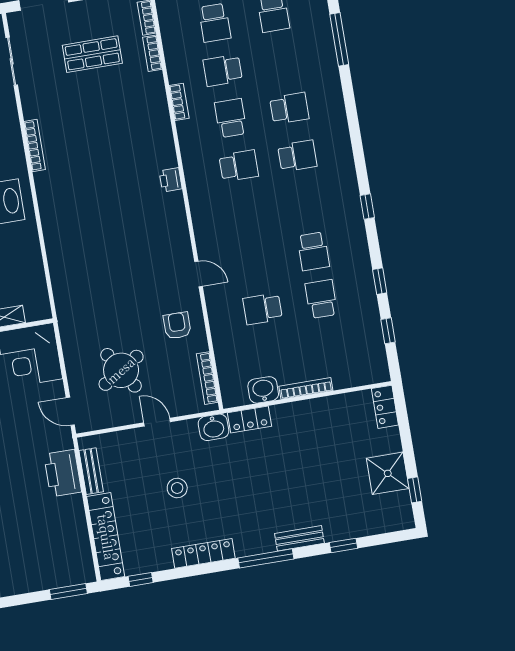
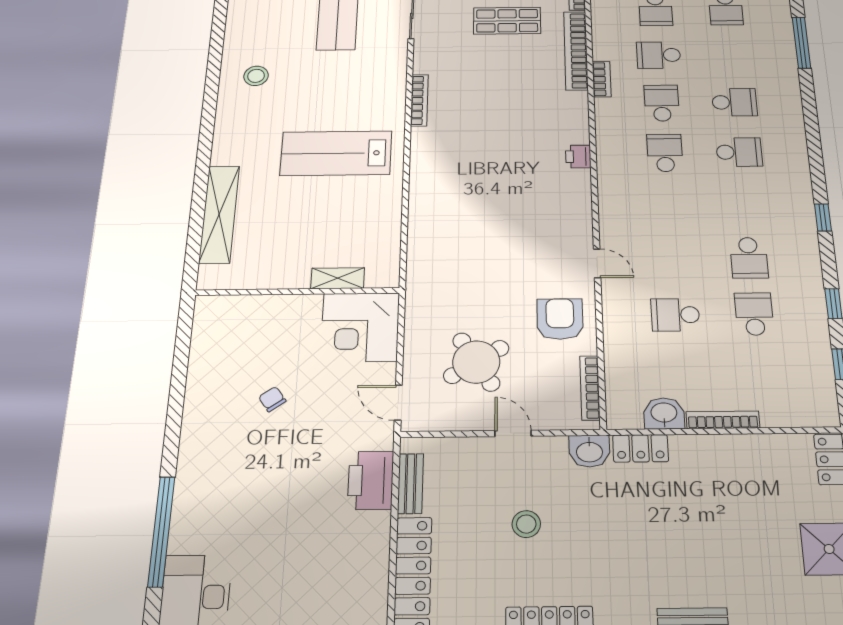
bookcase: (152, 53) -> (576, 51), width x2.31, depth x1.31
school desk: (239, 166) -> (665, 153), turned -90
armchair: (177, 326) -> (560, 319), width x1.38, depth x1.38

